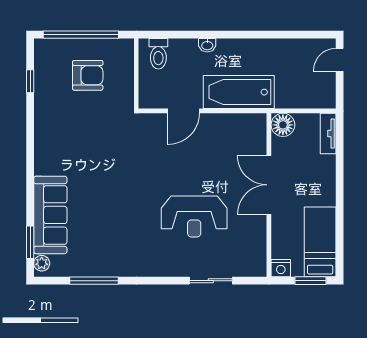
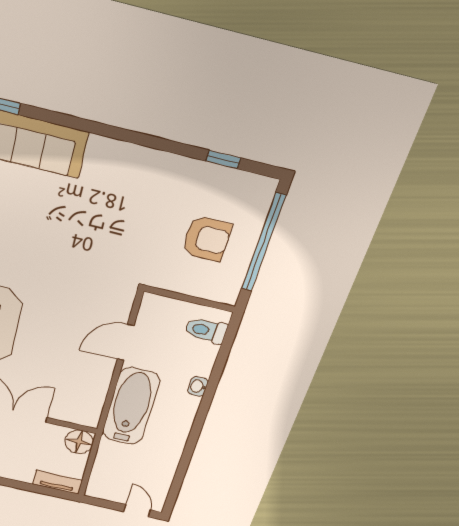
armchair: (88, 75) -> (207, 239), turned -90
door: (184, 111) -> (126, 342), hinge flipped

